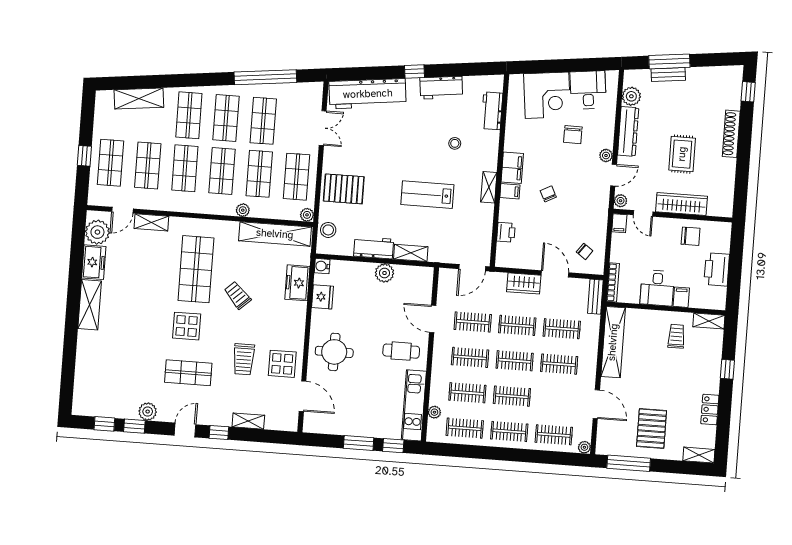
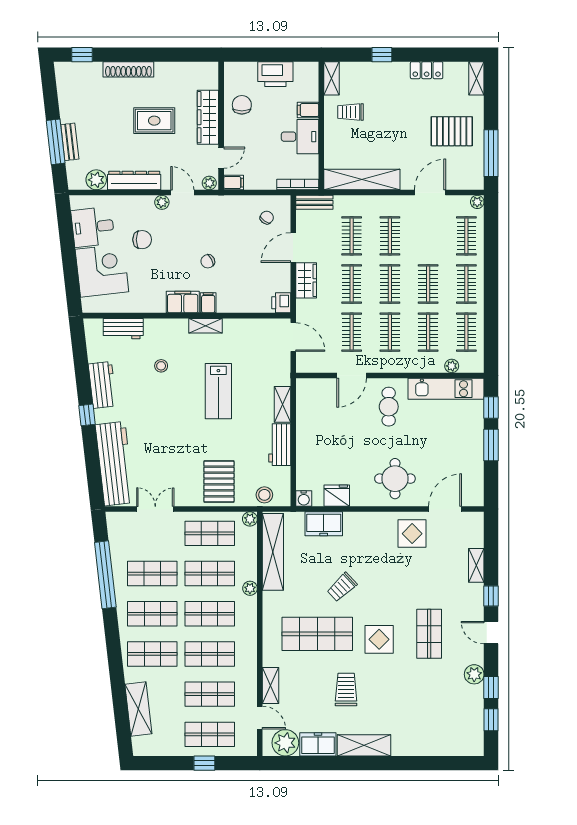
printer: (506, 232) -> (281, 303), moved, turned -90
plant: (384, 273) -> (306, 431), removed
trolley: (244, 359) -> (346, 689), moved, turned -90

